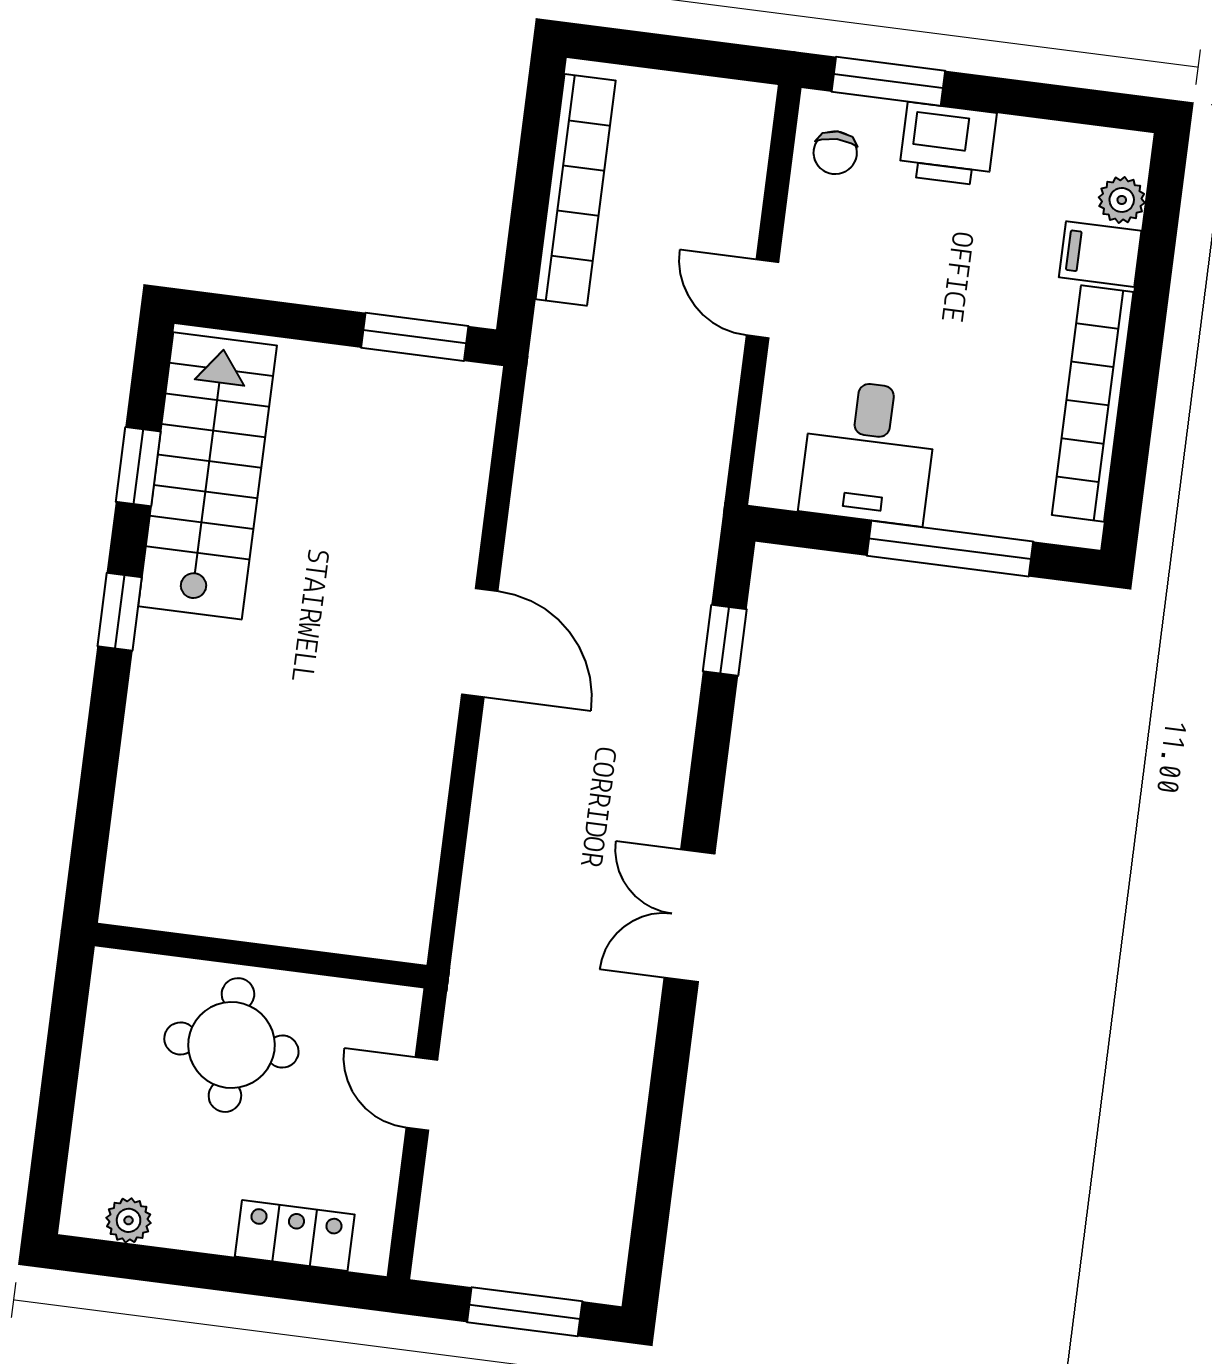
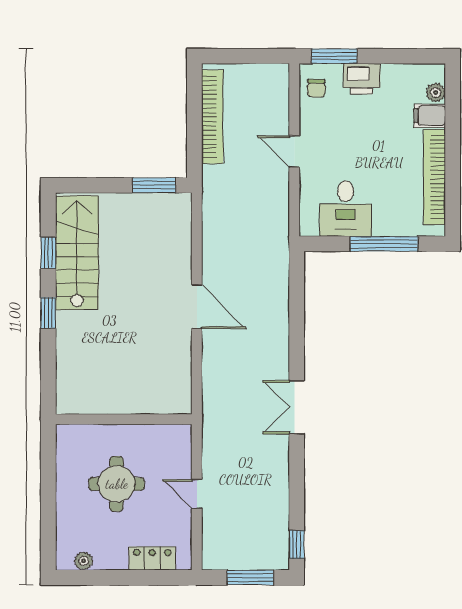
window: (725, 640) -> (297, 544), moved
wall: (261, 956) -> (124, 419), moved

